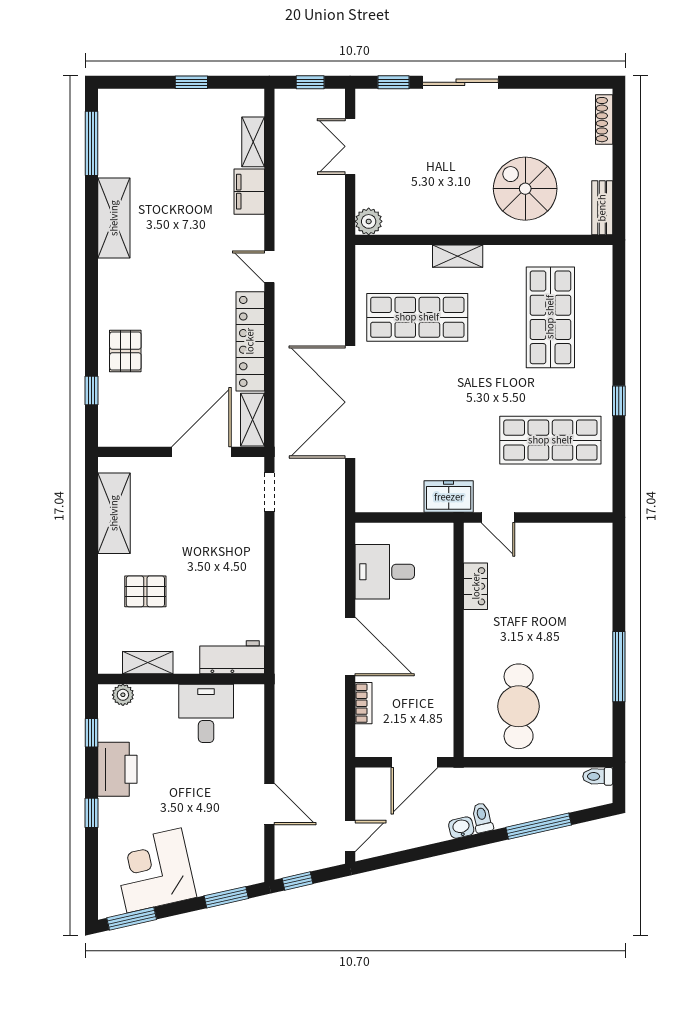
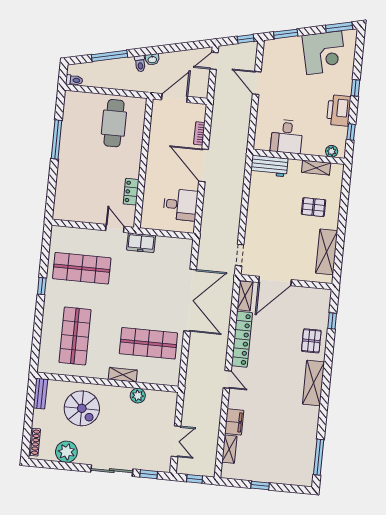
plant: (545, 108) -> (66, 452), added
shelving: (114, 218) -> (313, 383), moved
plant: (369, 221) -> (138, 396), moved

